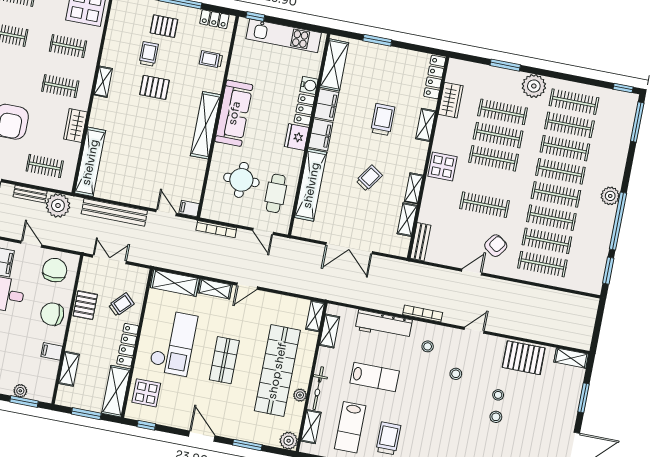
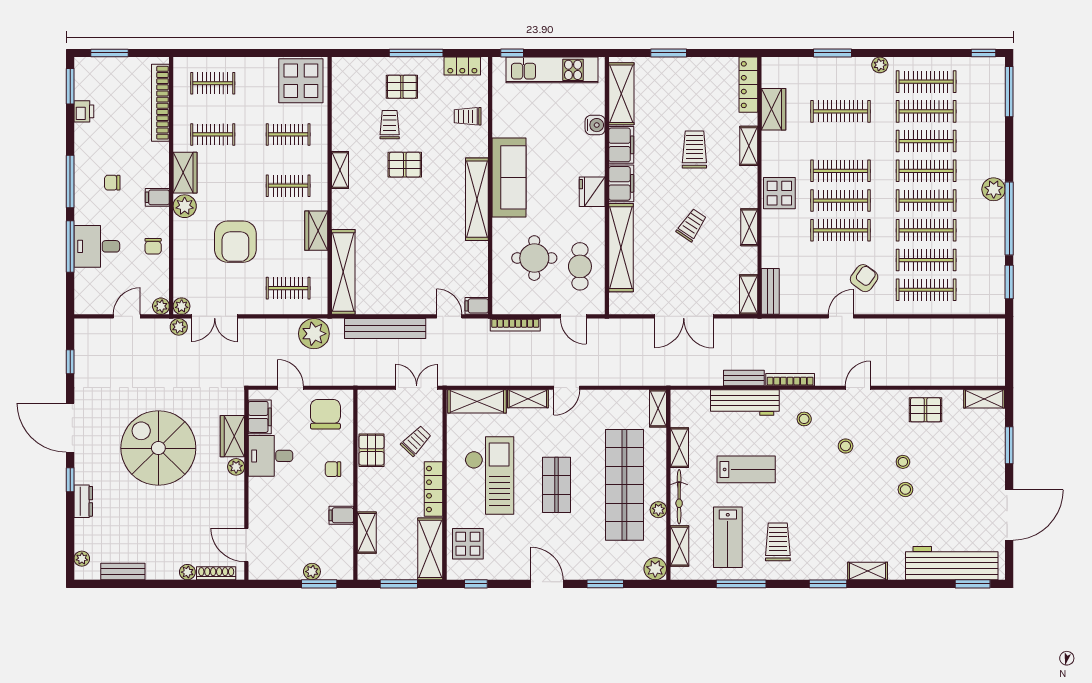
plant: (534, 86) -> (880, 65), width x0.53, depth x0.53
locker: (304, 109) -> (595, 156), removed
clothes rail: (498, 135) -> (840, 201), moved
bench: (30, 194) -> (744, 378), moved
shelving: (407, 220) -> (749, 294), moved
double door: (109, 259) -> (417, 388), moved
chair: (52, 314) -> (333, 469), width x0.54, depth x0.54
shelving: (330, 331) -> (679, 448), moved
pallet: (524, 358) -> (926, 410), width x0.67, depth x0.71

